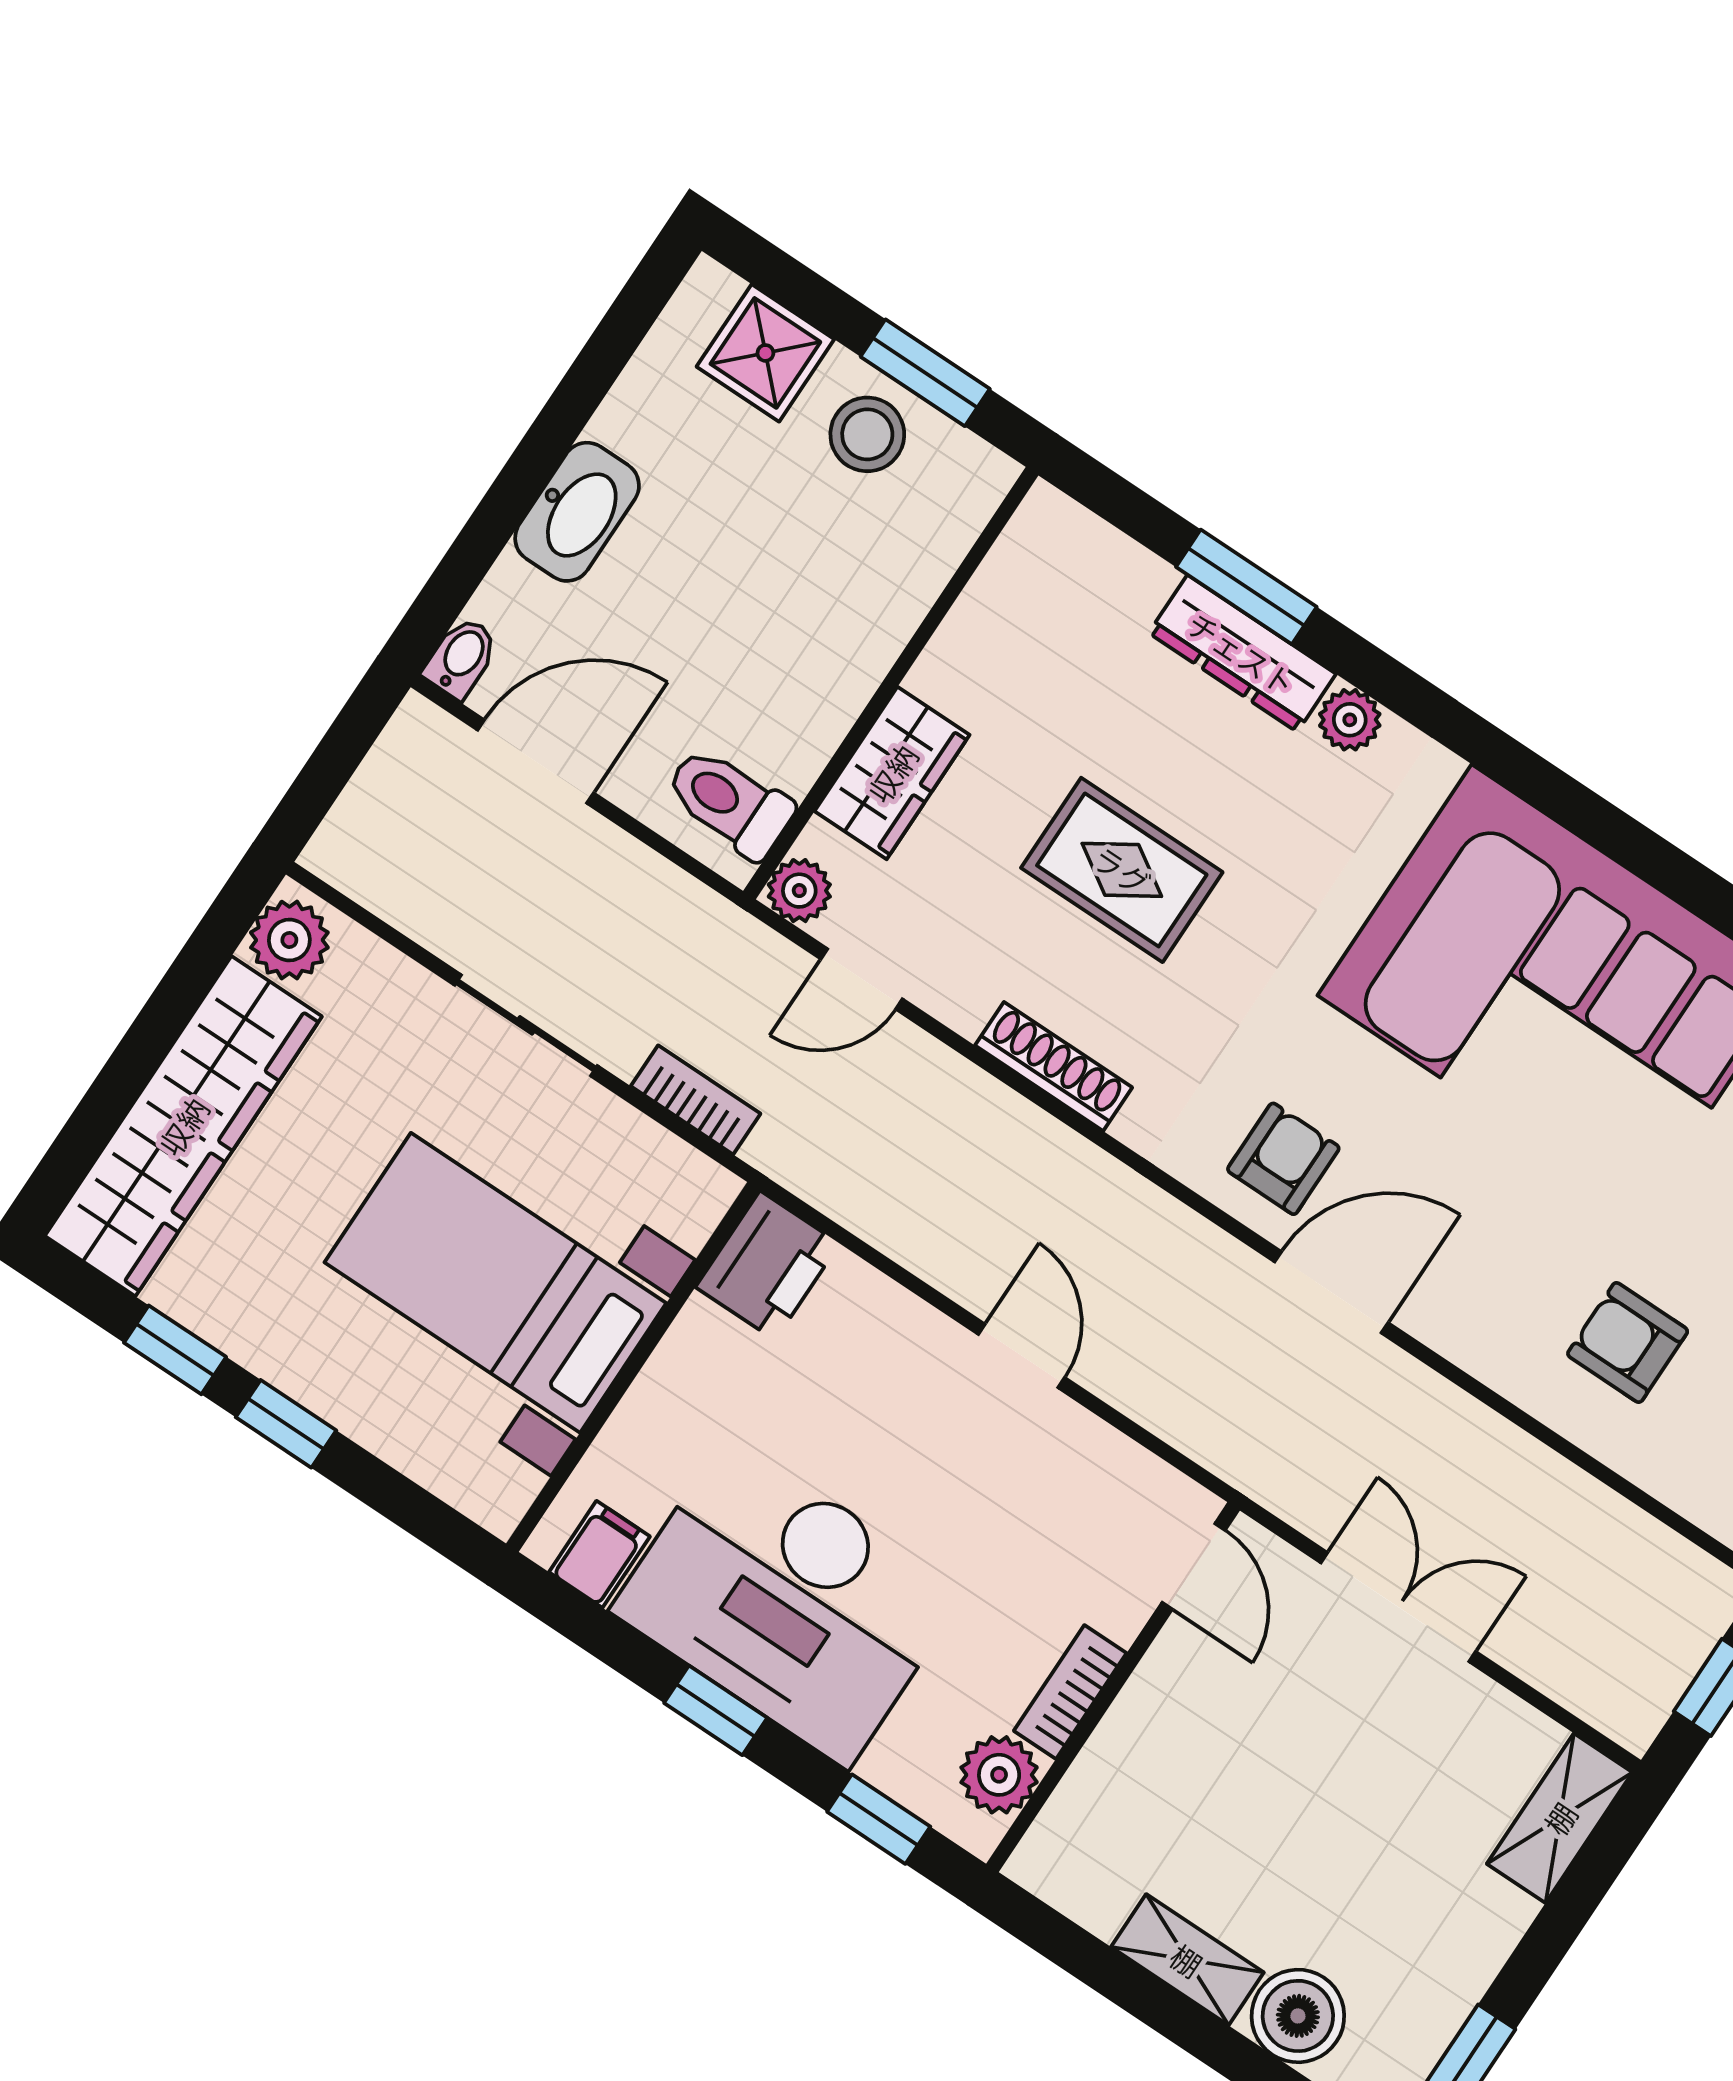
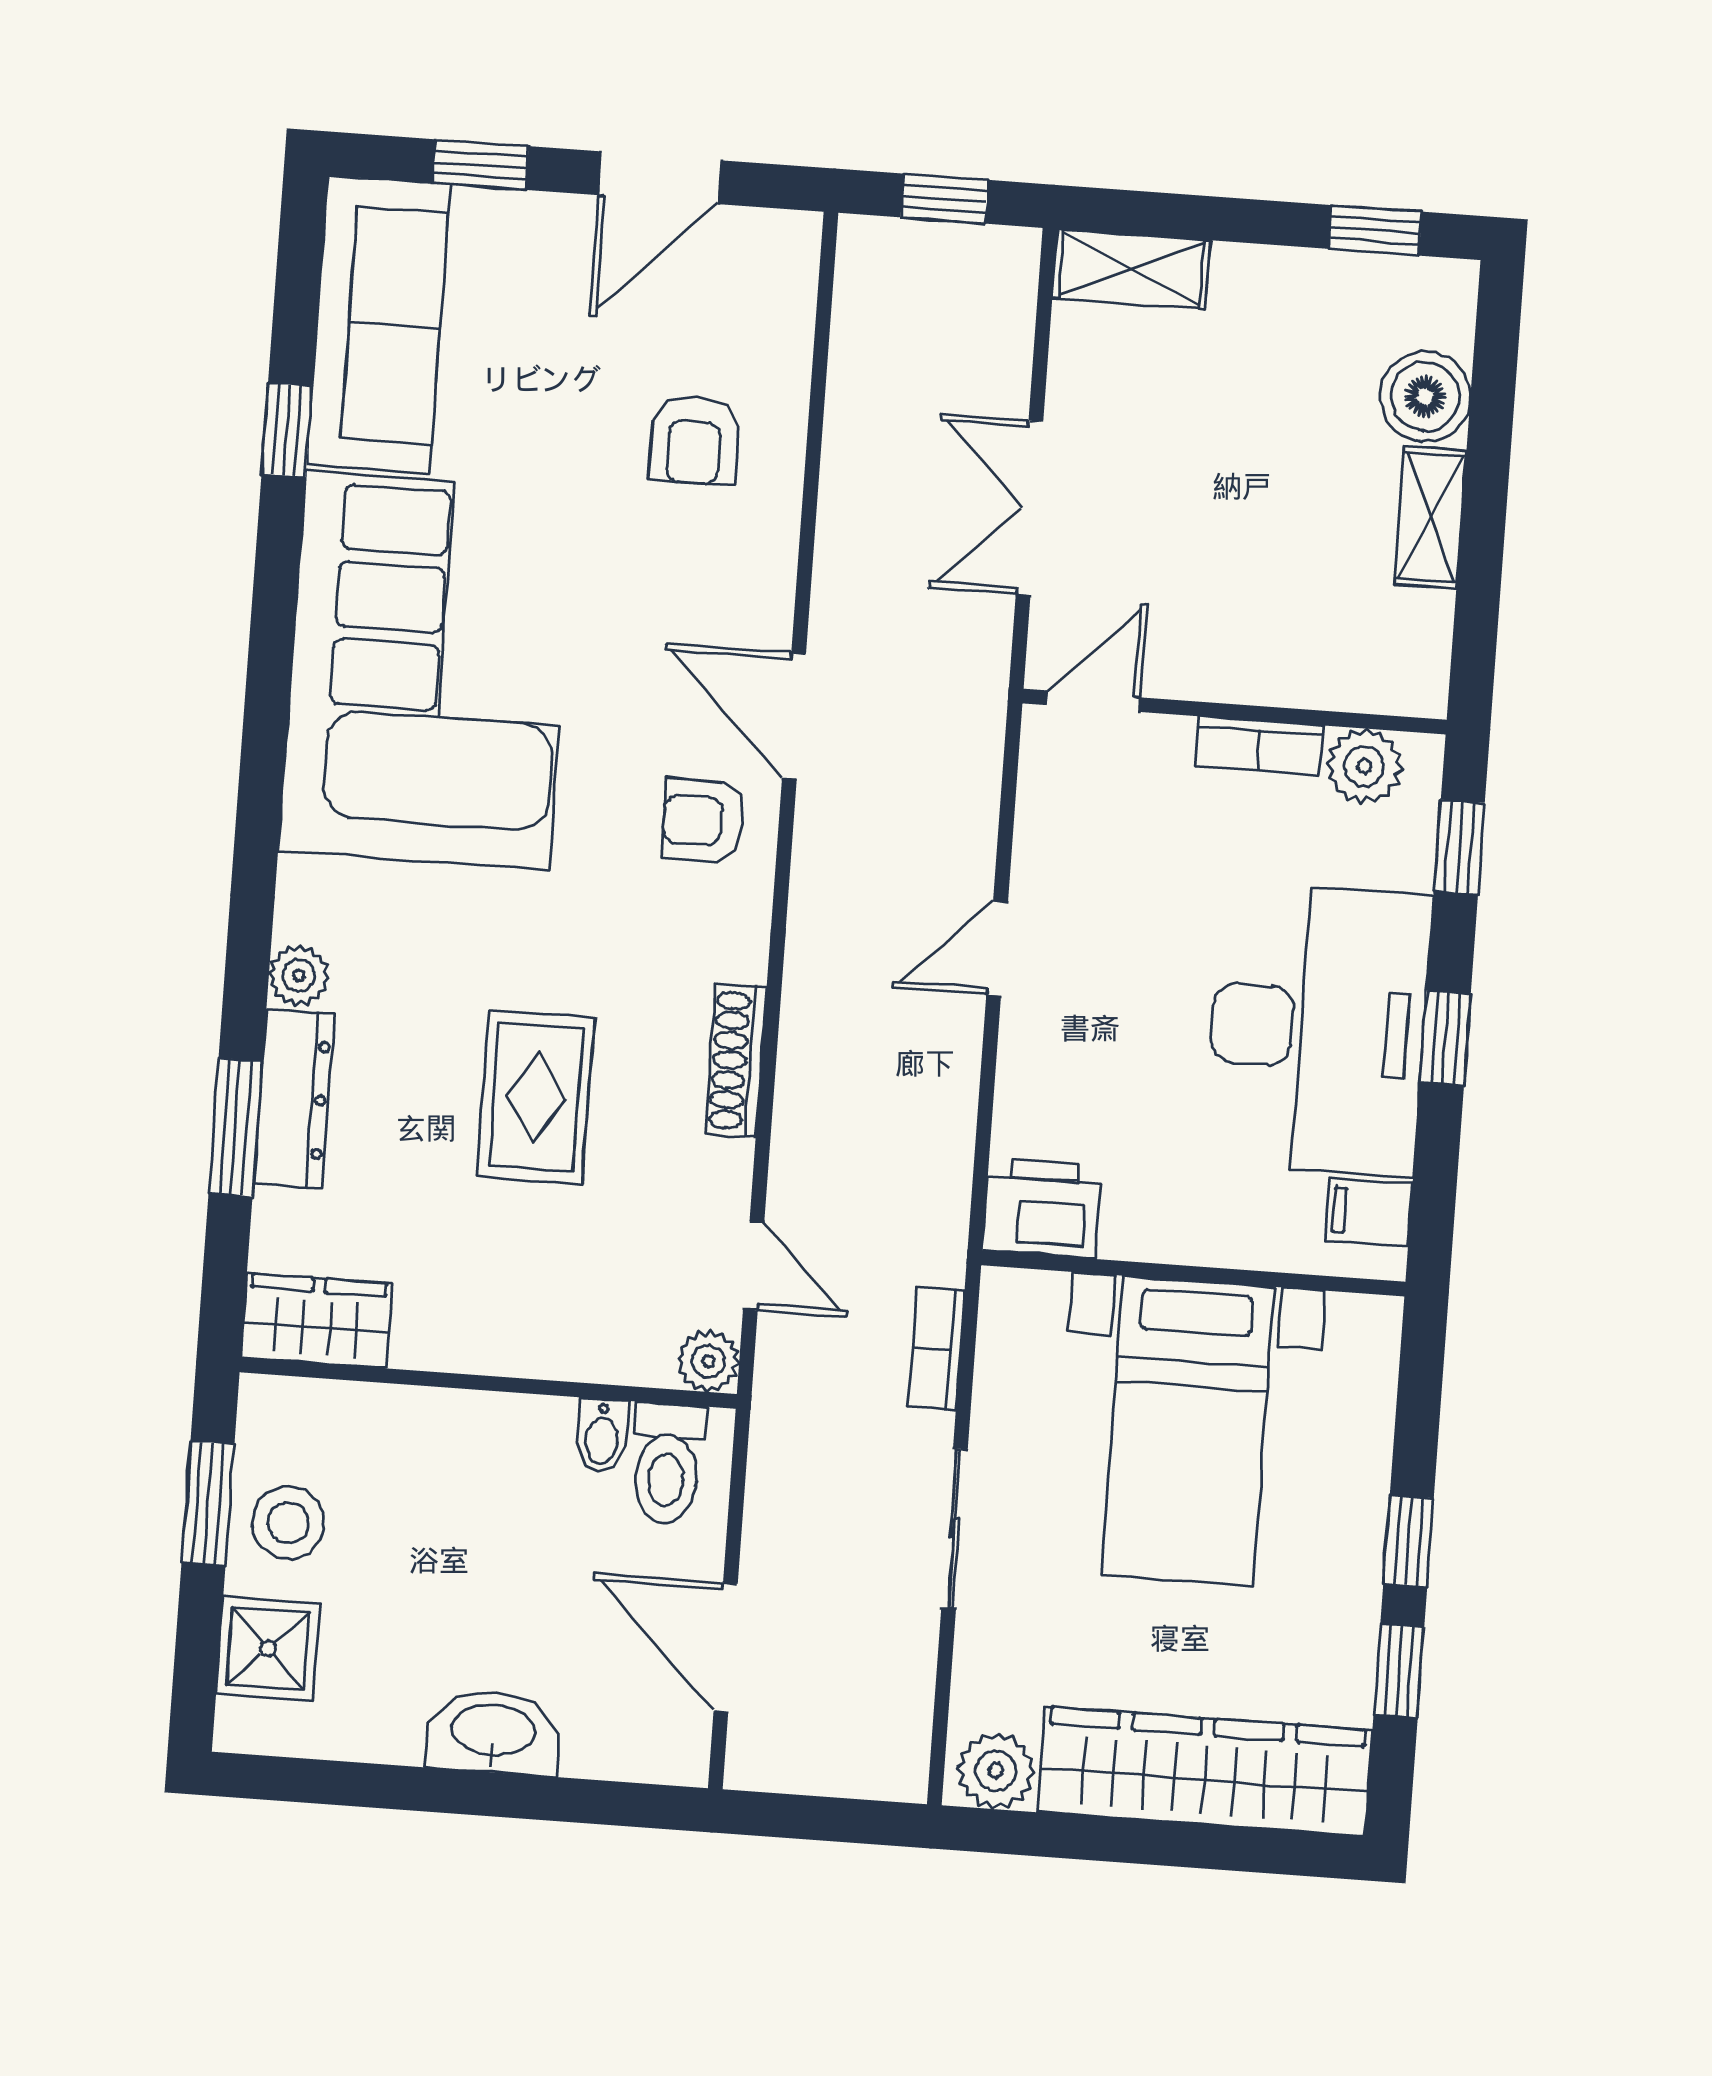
bidet: (461, 658) -> (602, 1436), moved, turned -90
wardrobe: (892, 773) -> (317, 1321), moved

